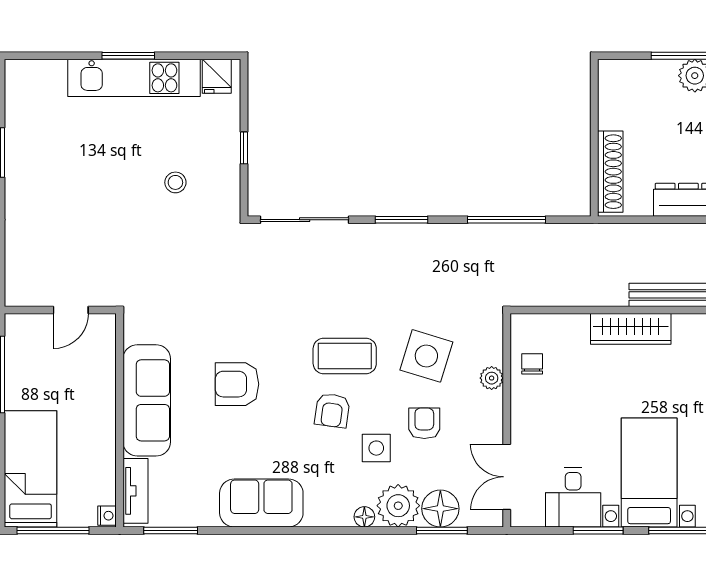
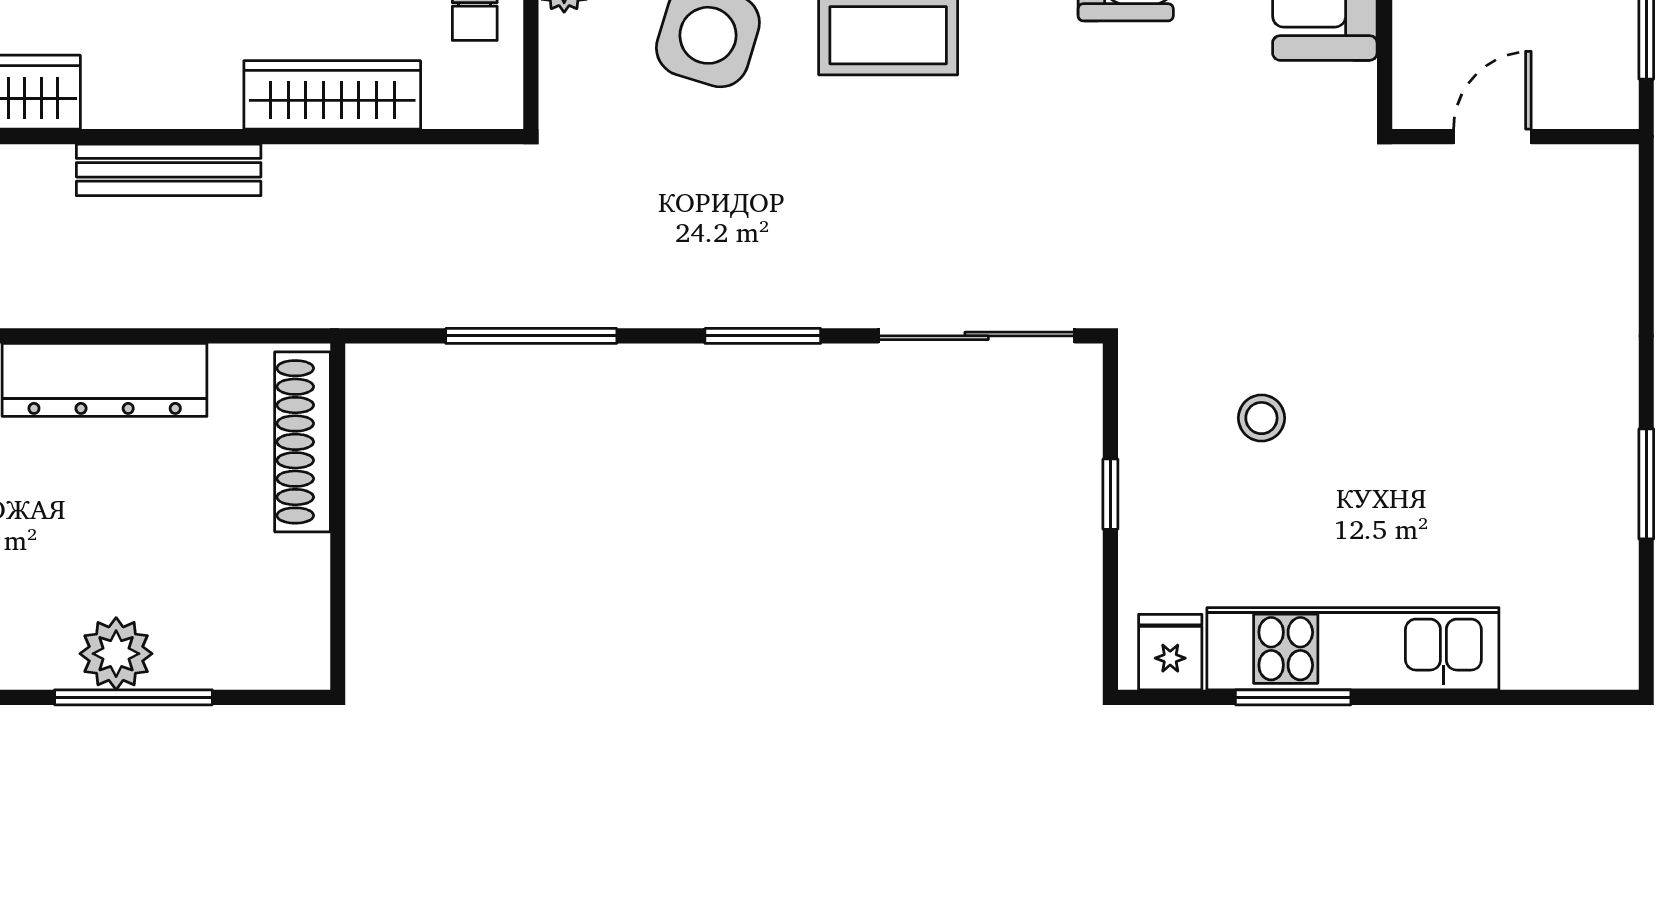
window: (128, 56) -> (1293, 697), moved
wardrobe: (631, 329) -> (332, 95), moved

